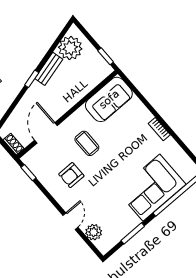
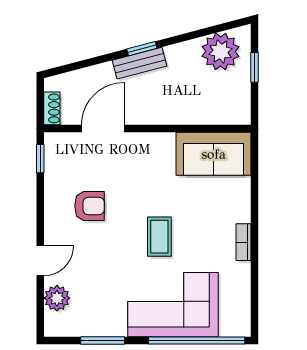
window: (106, 56) -> (255, 67), moved
bench: (49, 69) -> (139, 63), moved
coffee table: (87, 143) -> (159, 237), moved
armchair: (71, 175) -> (89, 206), turned 180

